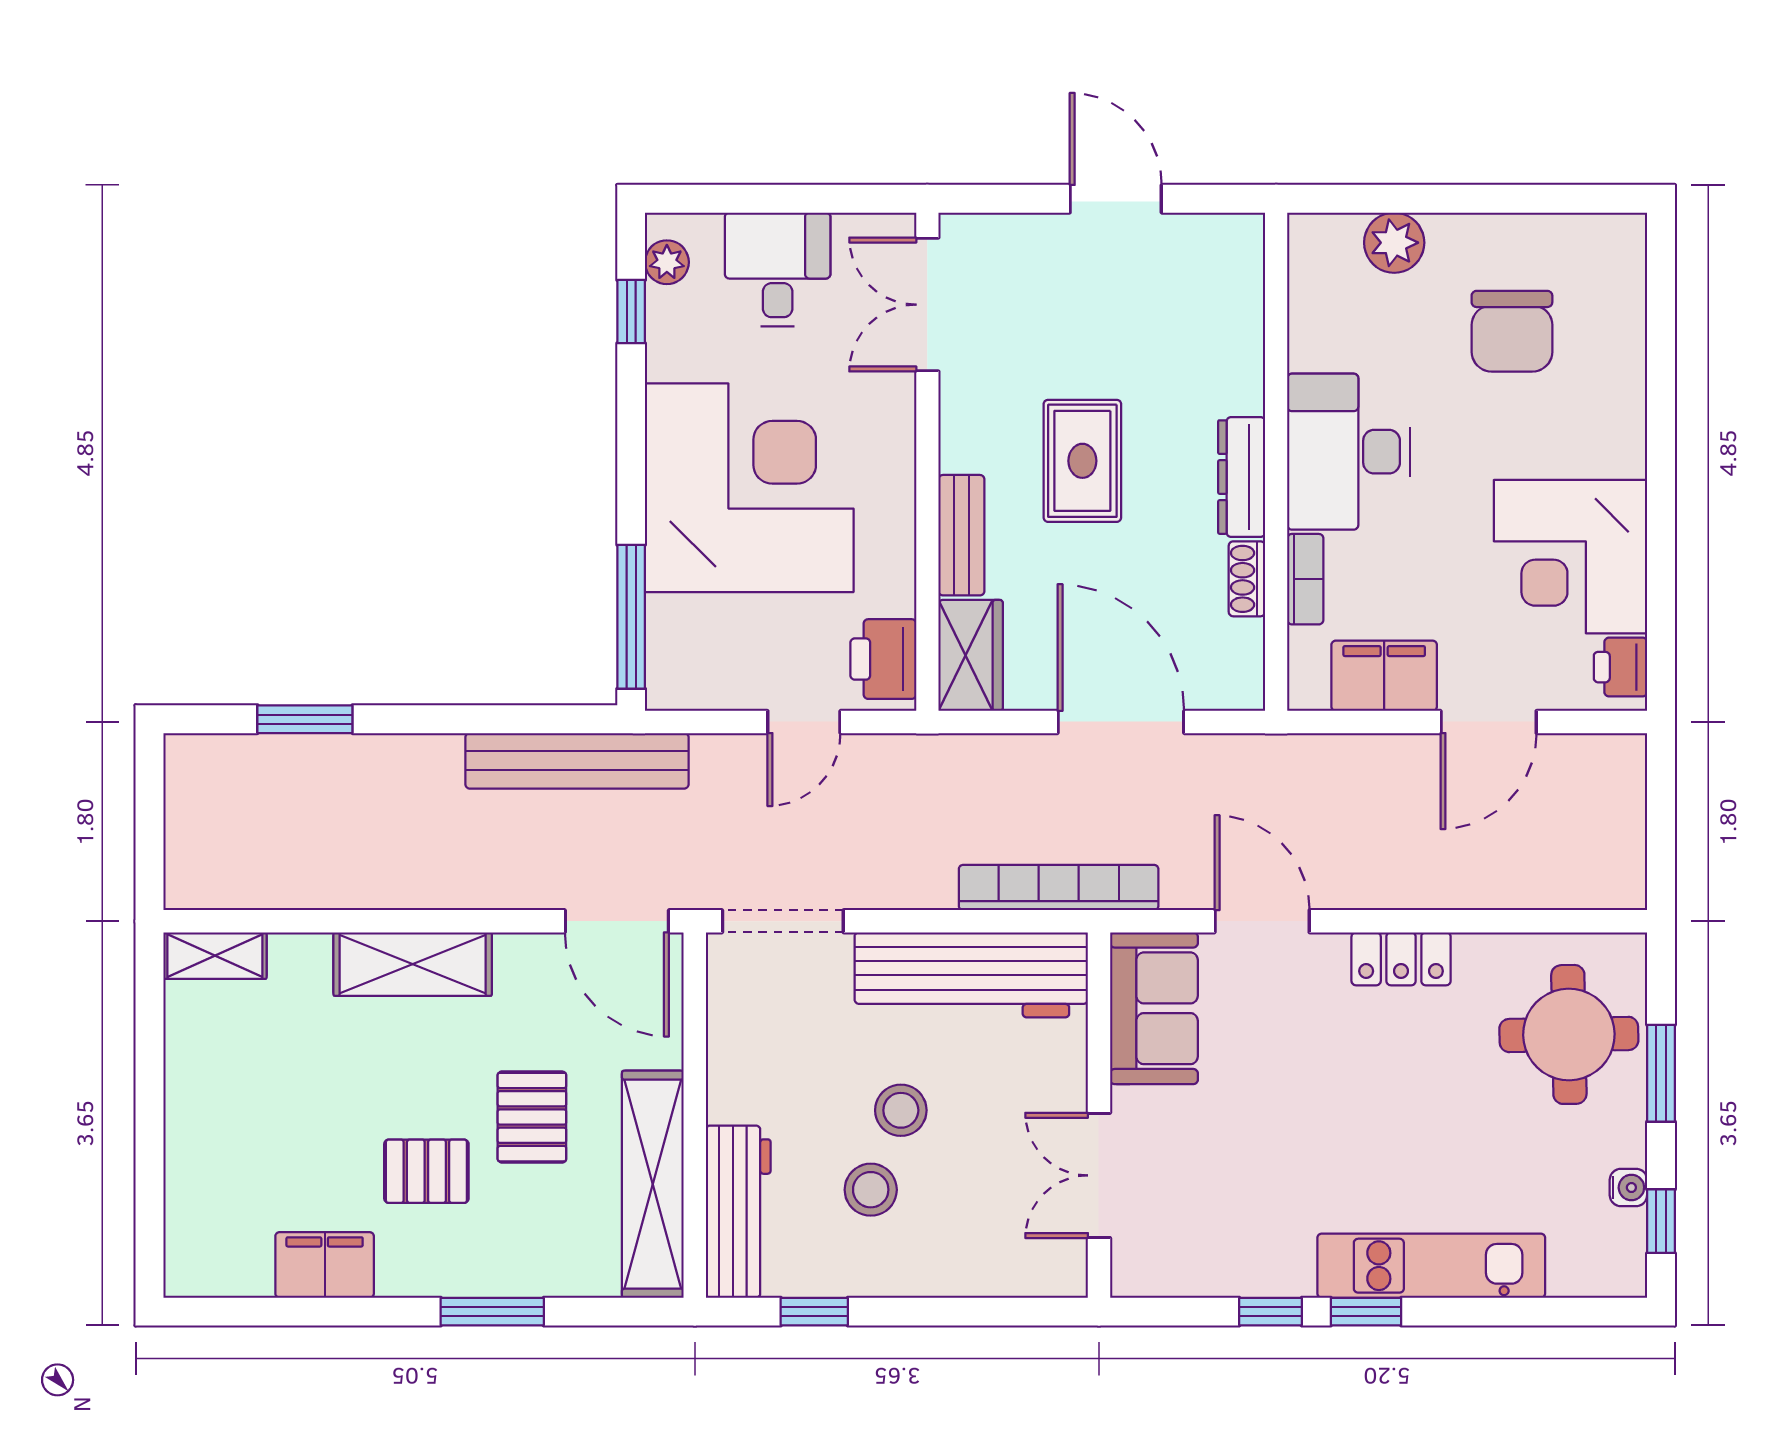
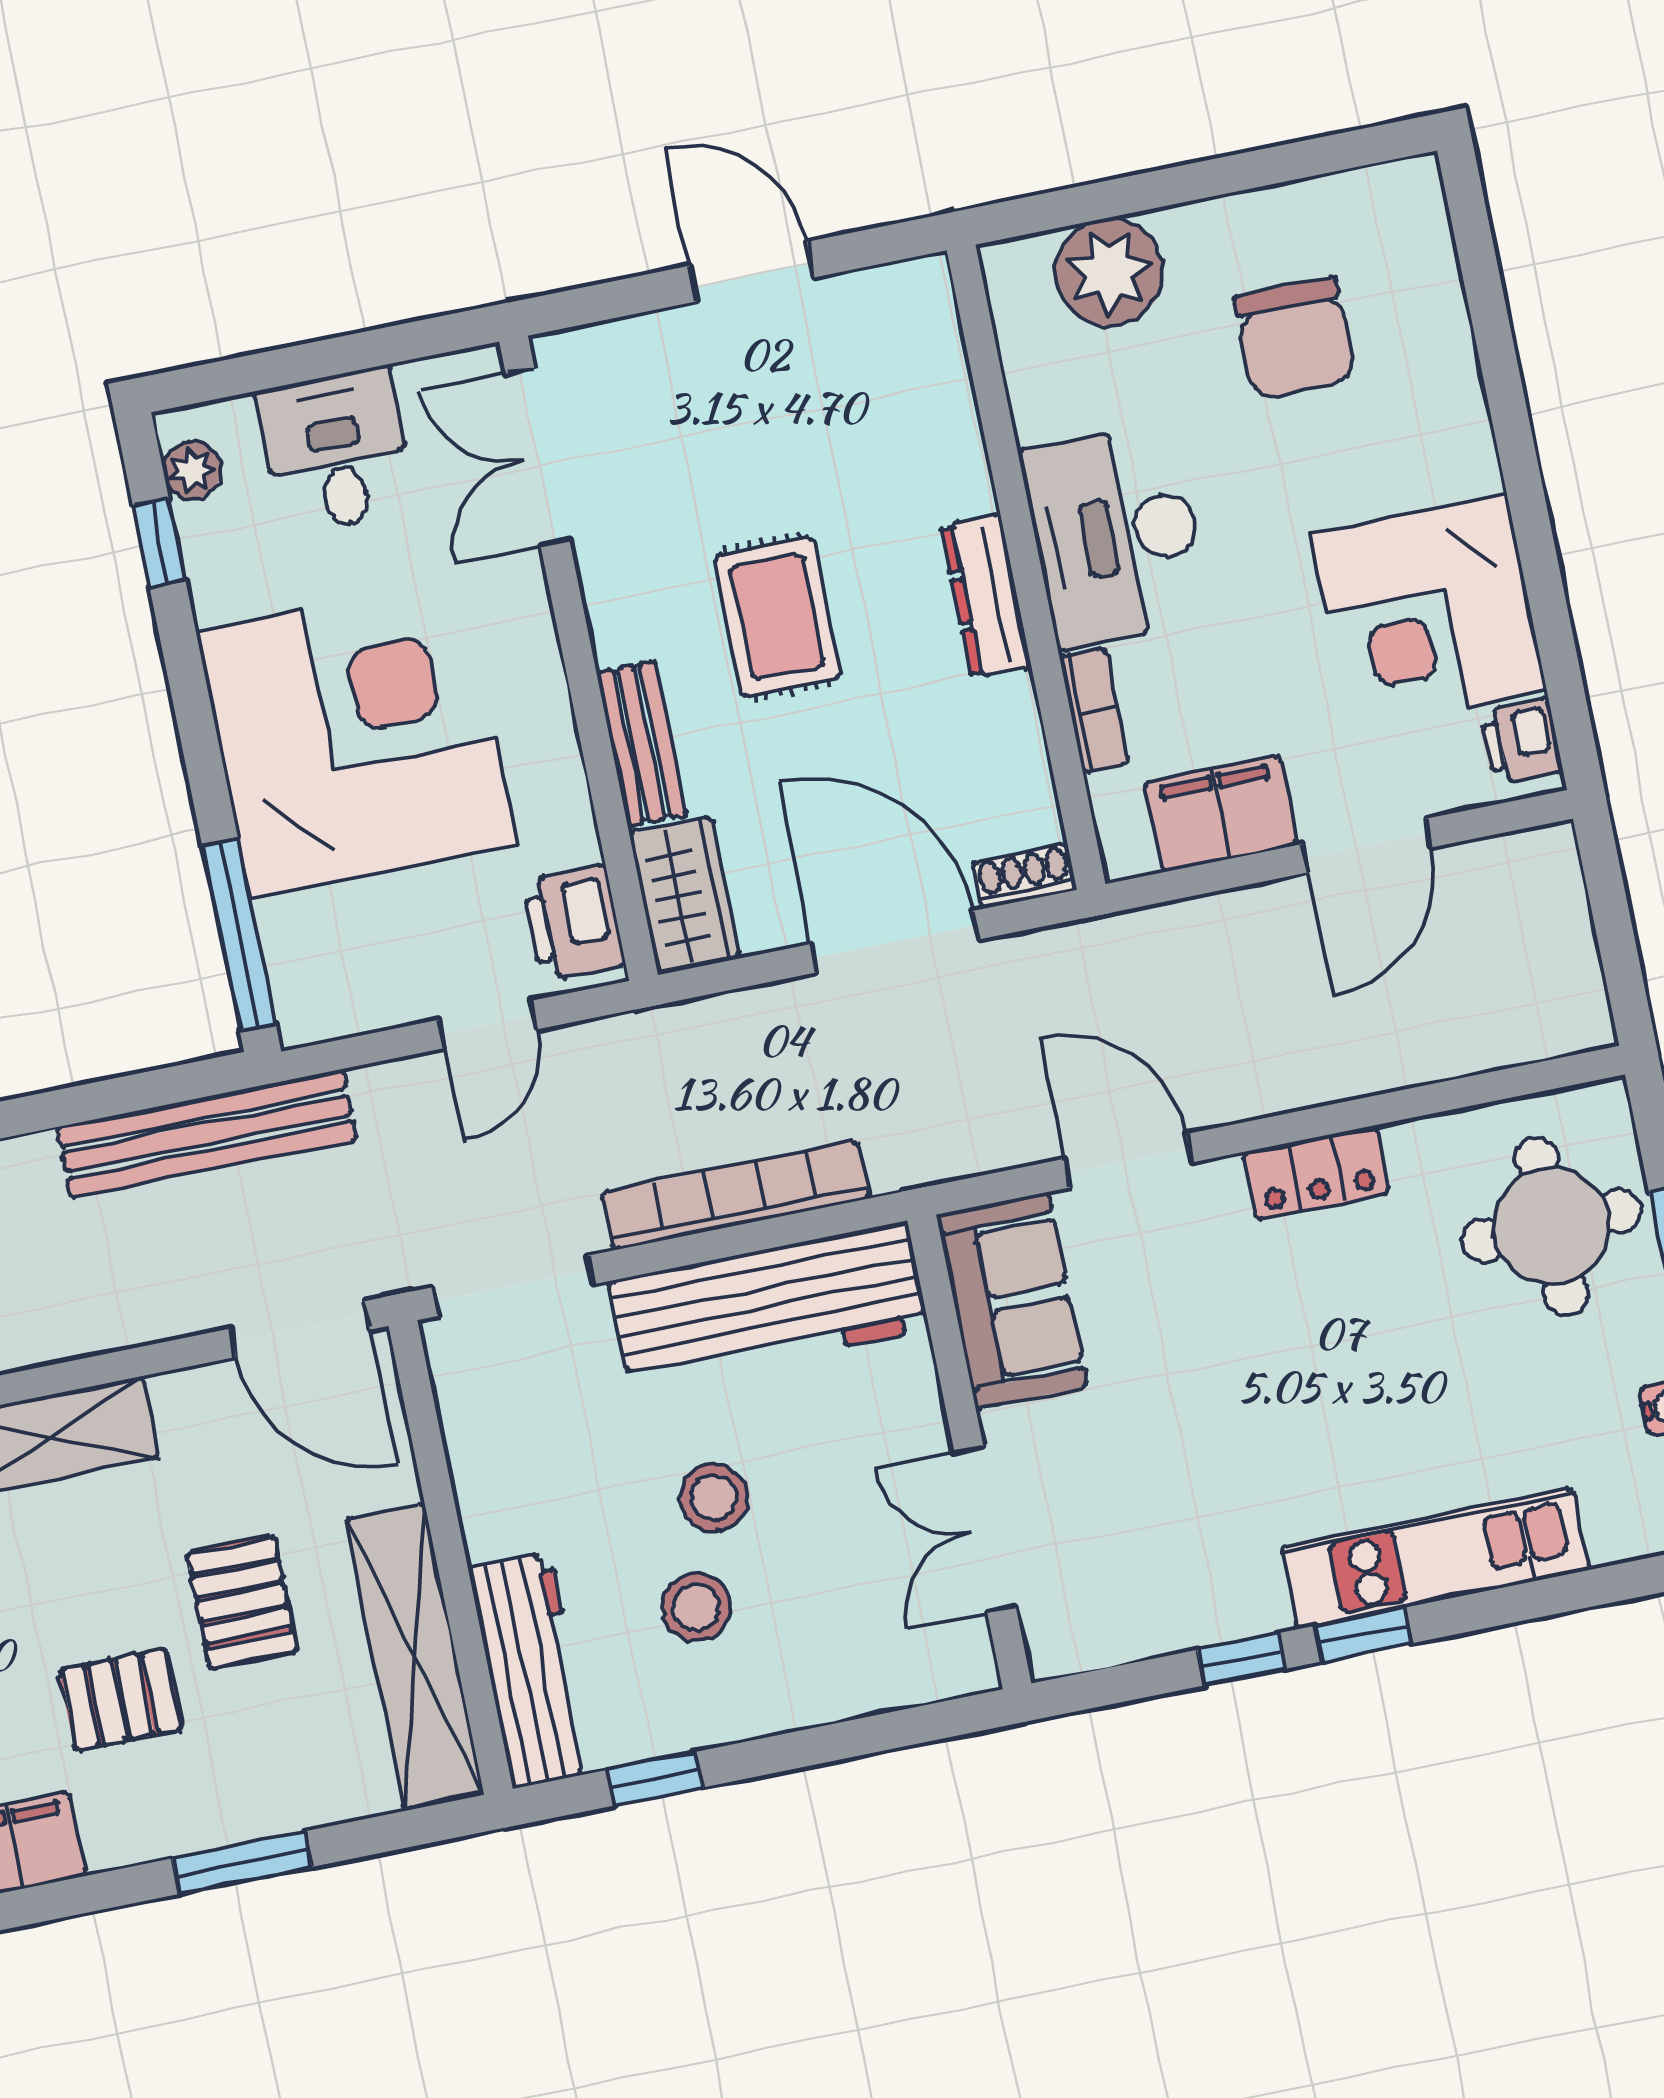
plant: (1394, 243) -> (1109, 272), width x1.36, depth x1.36
shoe rack: (1247, 579) -> (1024, 876), moved, turned 90
bookcase: (1059, 888) -> (736, 1195), moved

